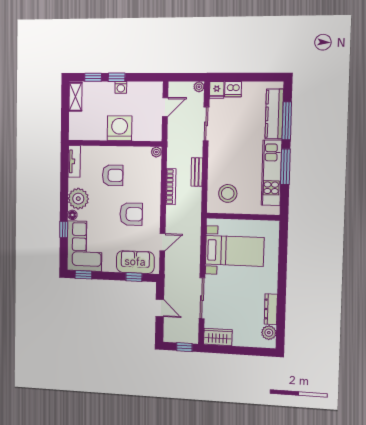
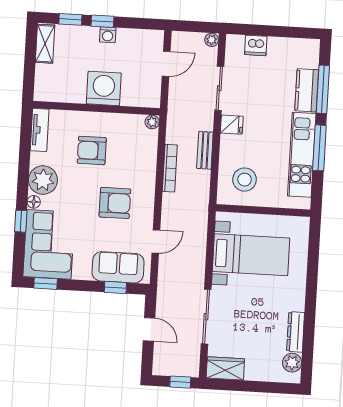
fridge: (217, 90) -> (232, 125), moved, turned -90
kitchen counter: (274, 114) -> (307, 90), width x0.67
armchair: (113, 175) -> (92, 150), turned 180

